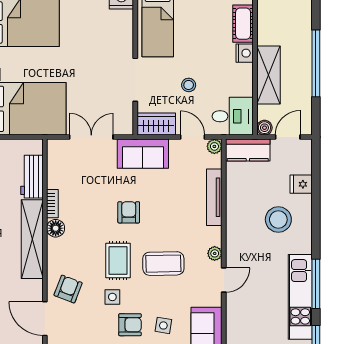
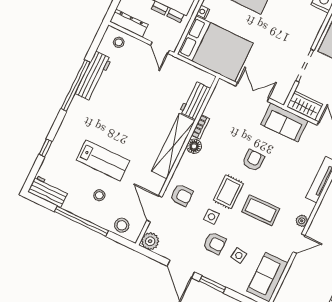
armchair: (68, 289) -> (182, 195), turned 69

